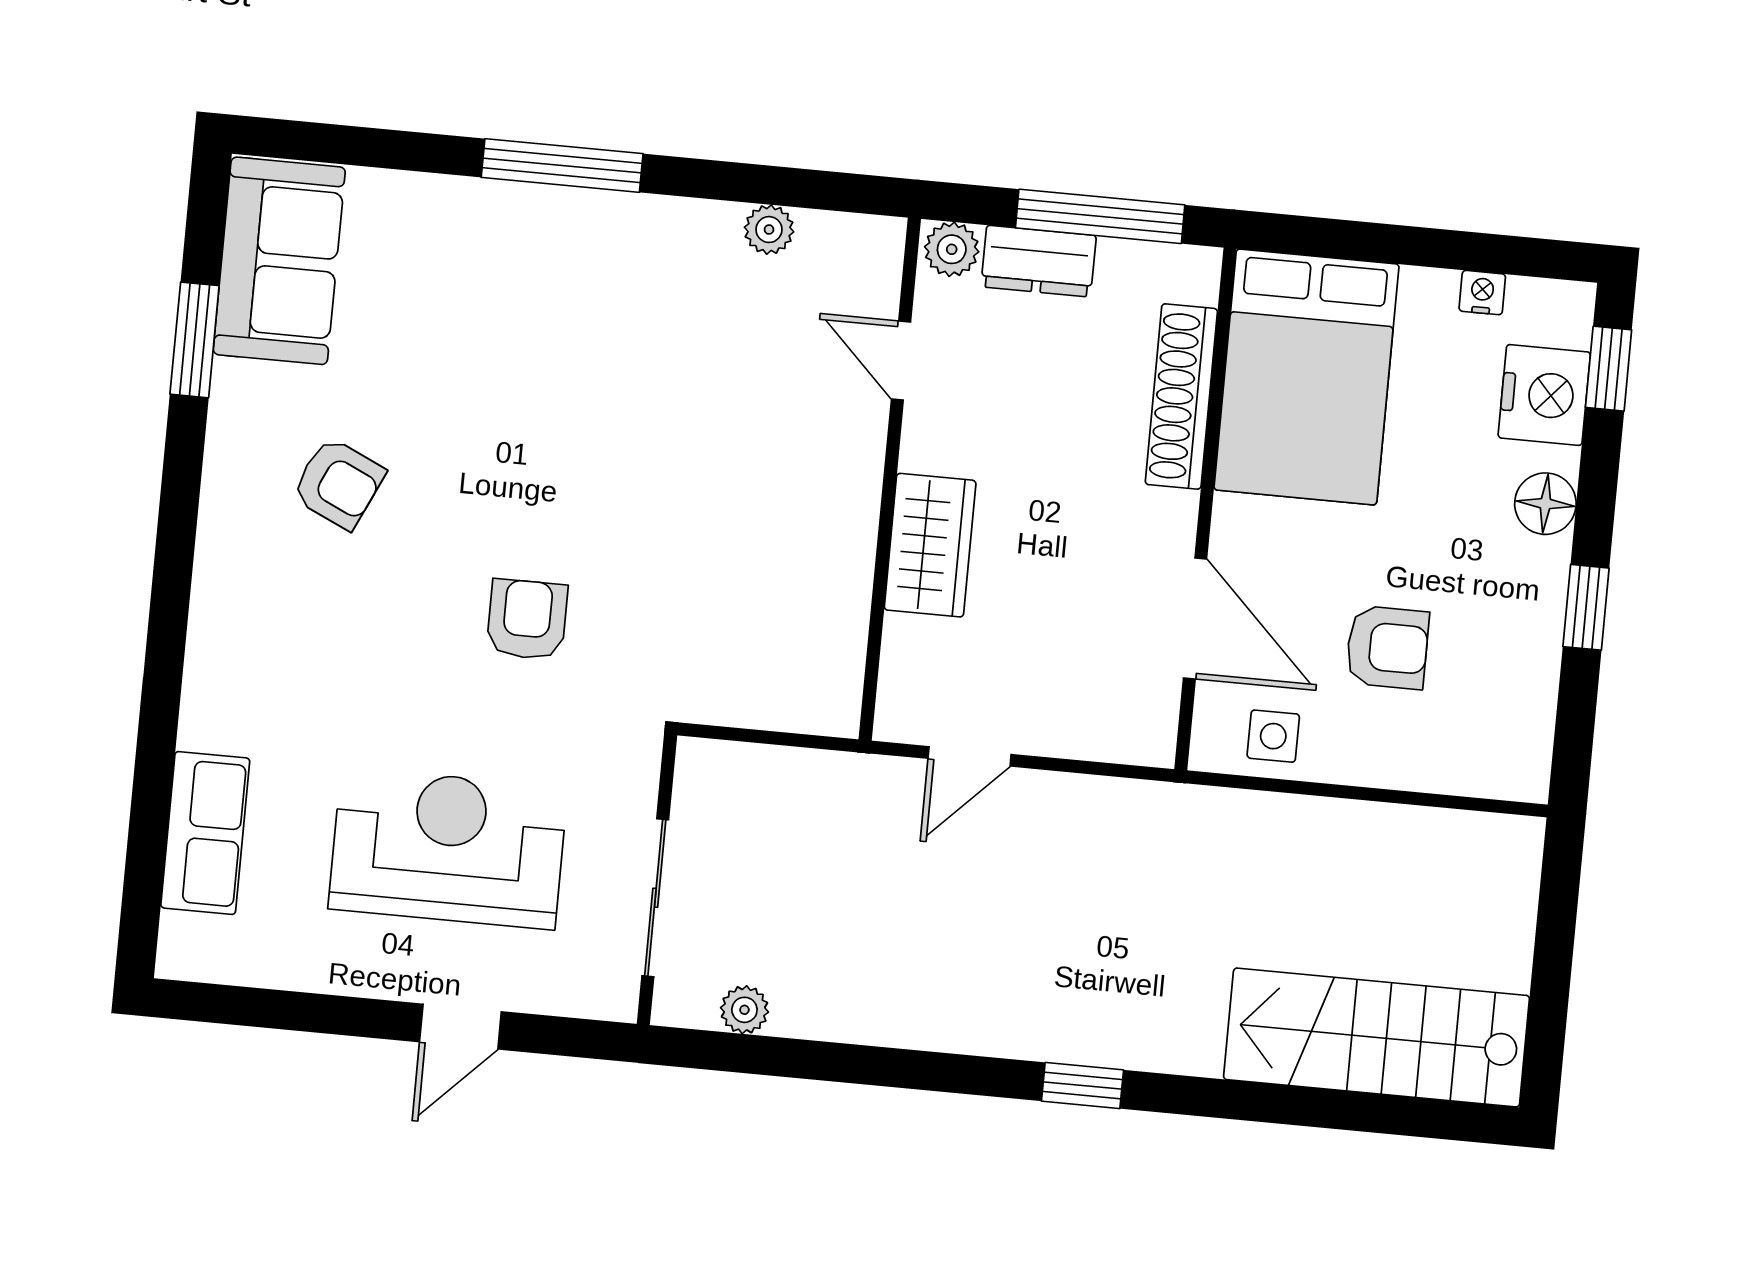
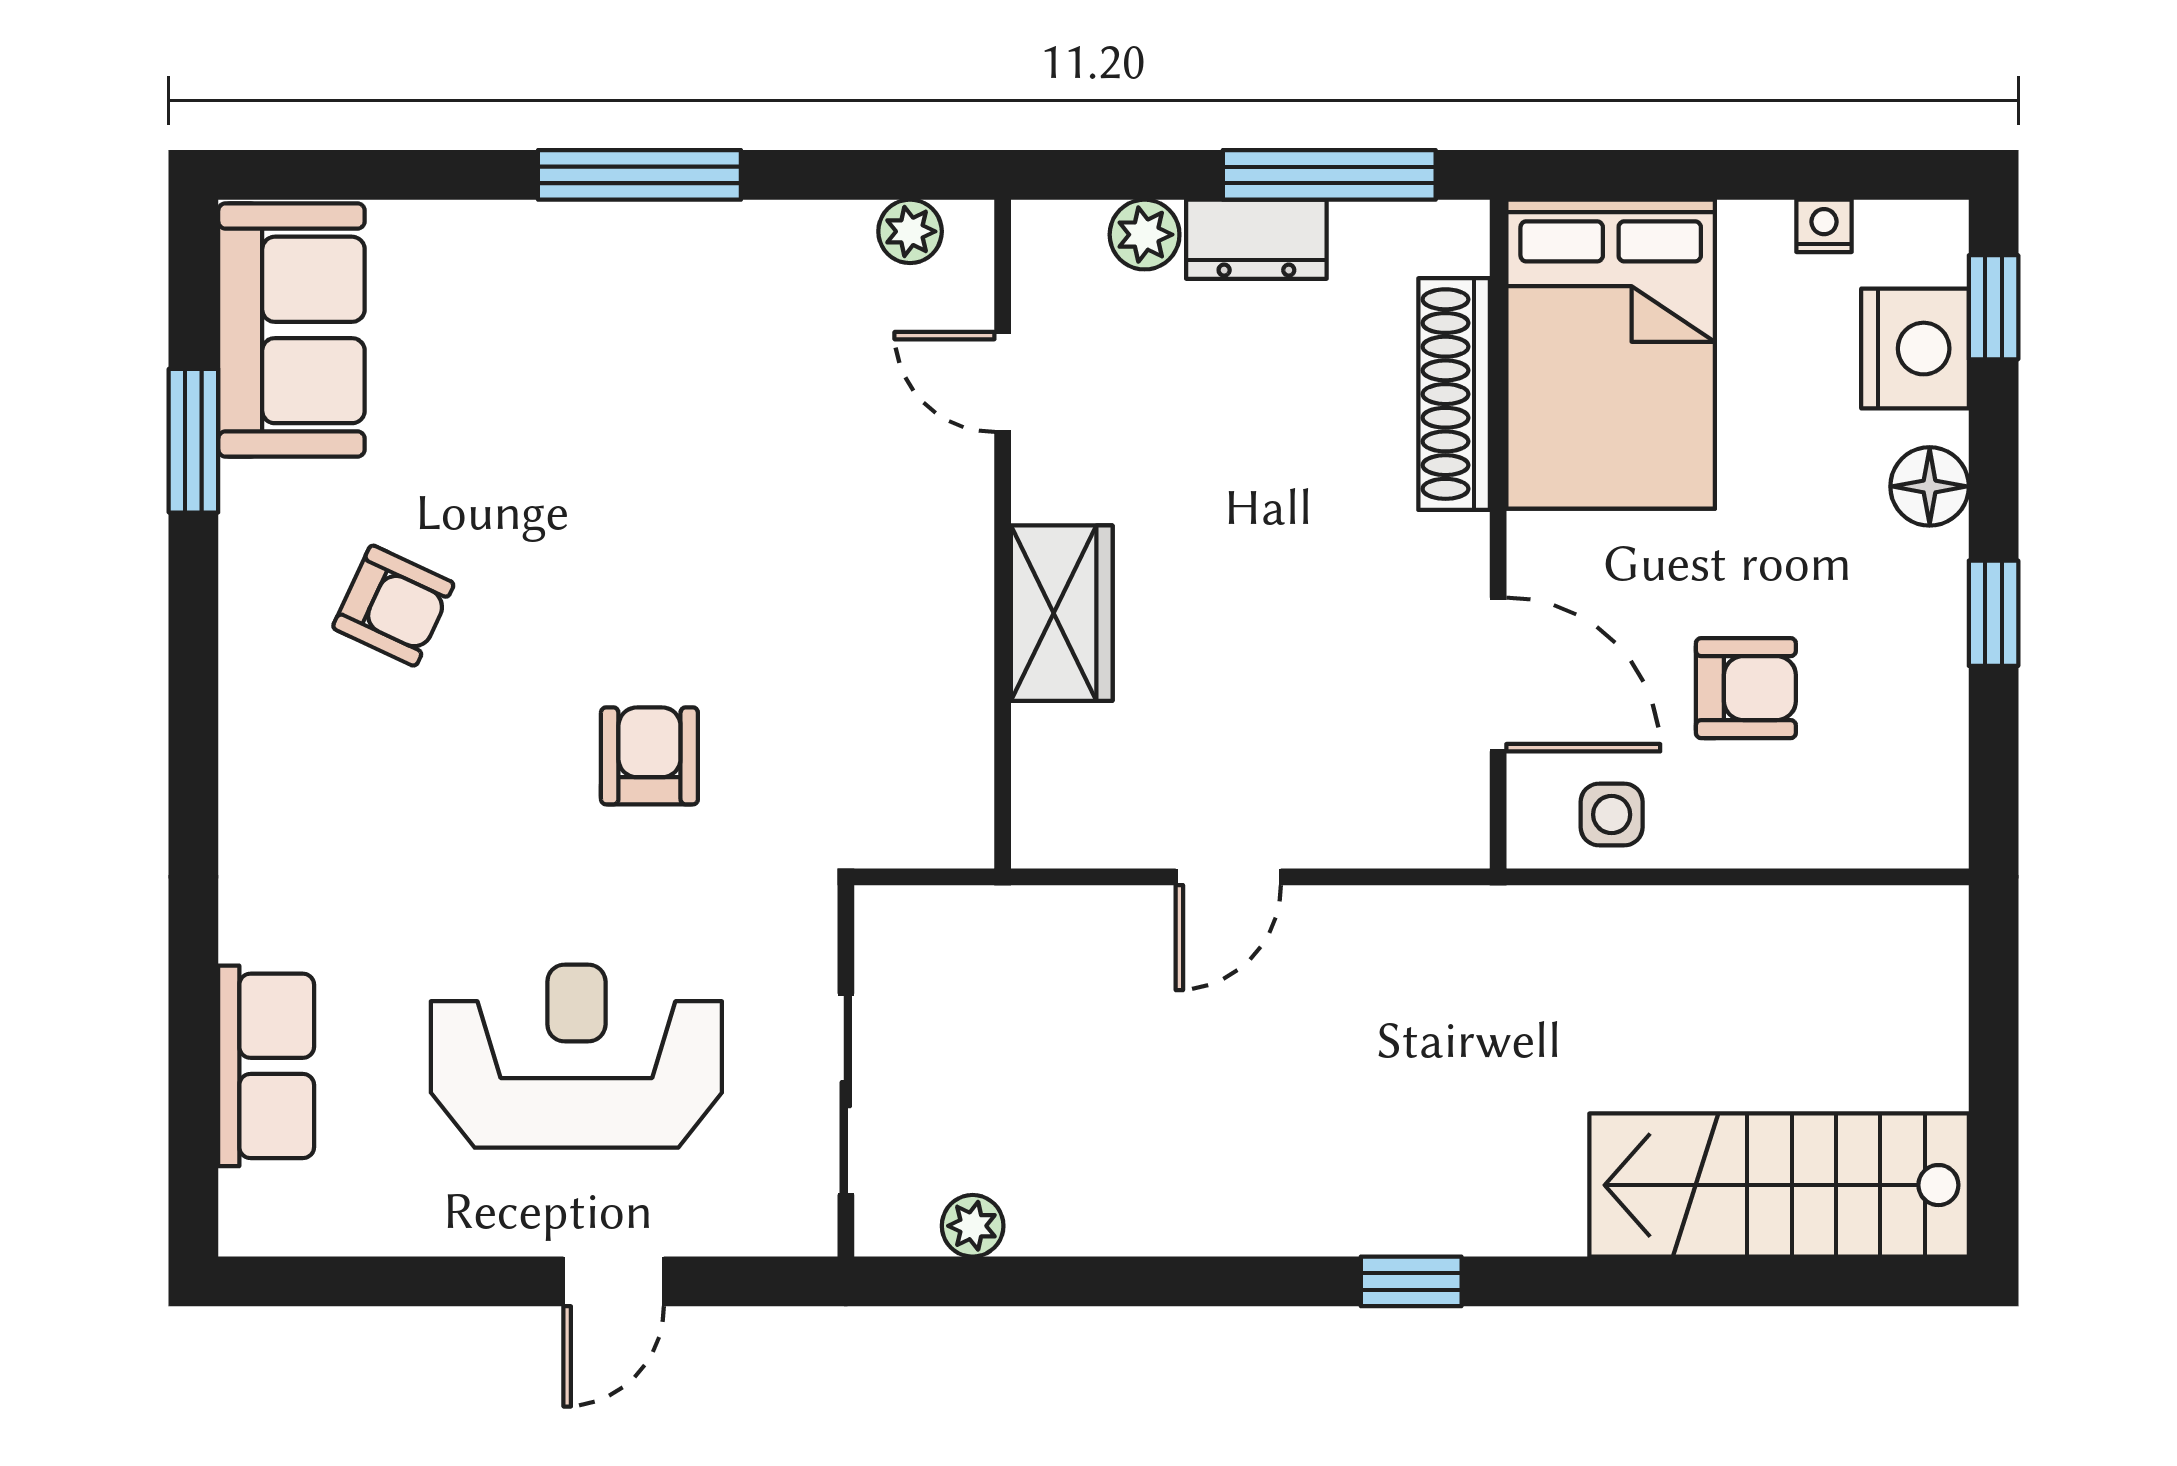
door: (901, 360) -> (1003, 382), moved
wall: (890, 479) -> (1003, 534), moved
wardrobe: (930, 545) -> (1062, 613), moved

